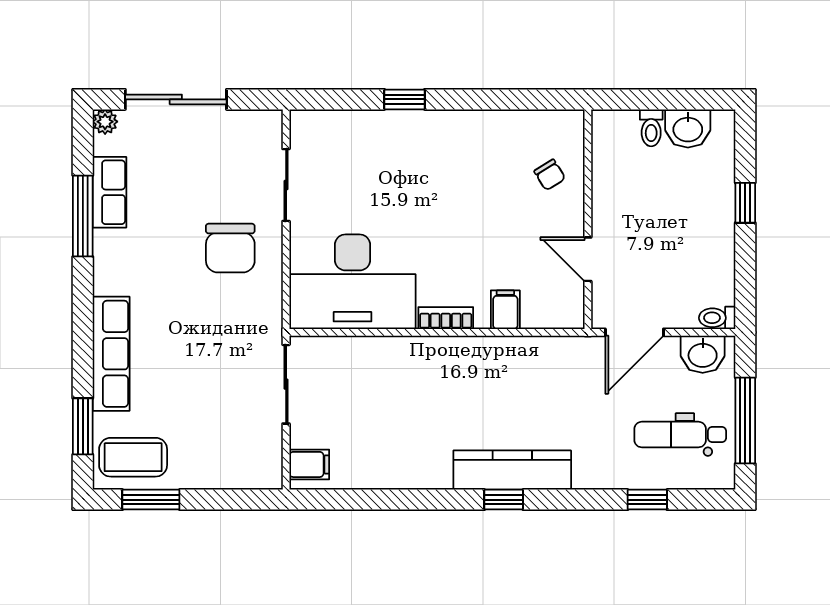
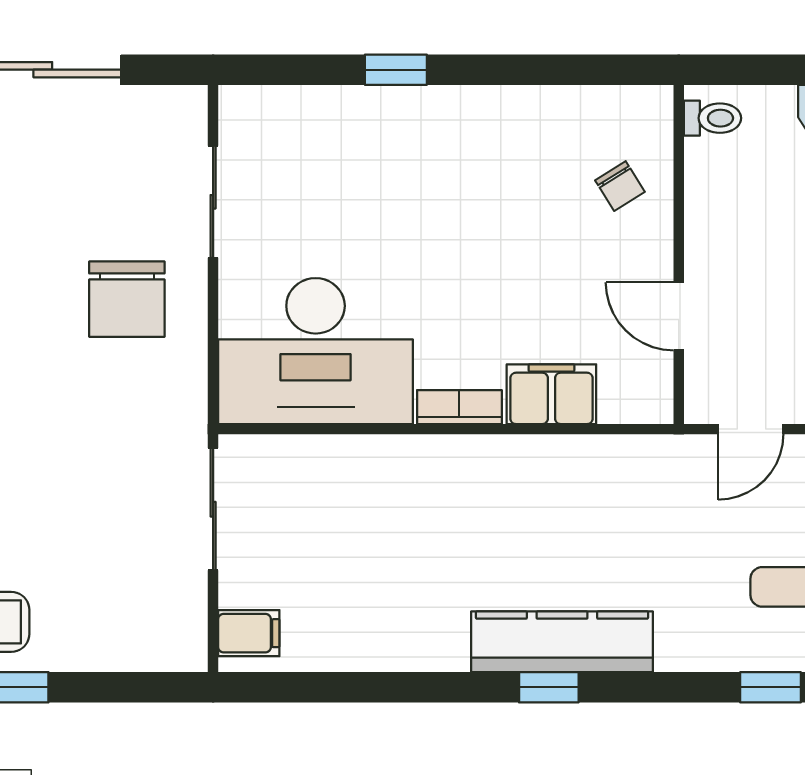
toilet: (651, 128) -> (712, 118), moved, turned -90
filing cabinet: (505, 310) -> (551, 394), width x2.00
door: (634, 332) -> (751, 429), width x0.73

